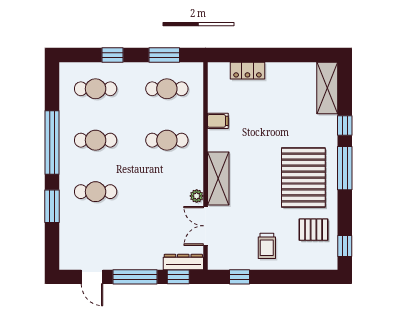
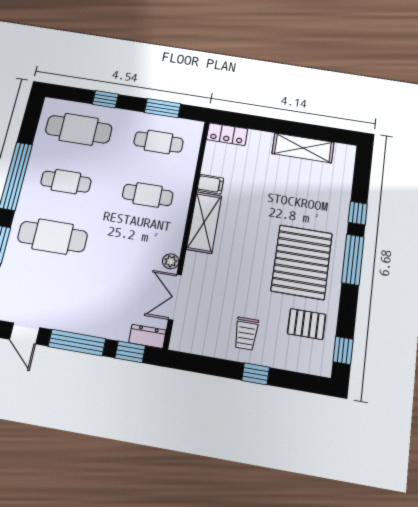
locker: (247, 71) -> (227, 134), moved
shelving: (327, 88) -> (303, 148), moved, turned 90
cafe table: (96, 89) -> (79, 129), width x1.37, depth x1.35
shelving: (218, 178) -> (204, 222), moved
cafe table: (96, 192) -> (53, 237), width x1.37, depth x1.35
dresser: (183, 262) -> (147, 336), width x0.70
window: (240, 277) -> (256, 374), moved

